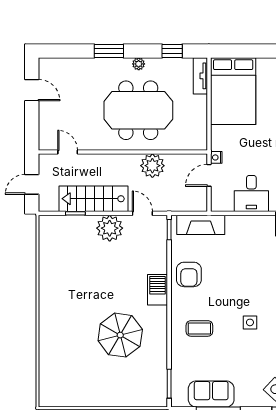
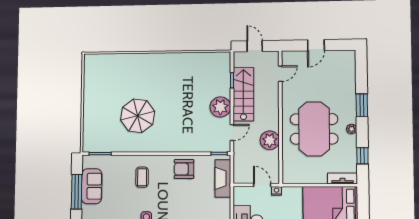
door: (32, 90) -> (316, 45), moved
barbecue: (158, 290) -> (172, 145), removed

